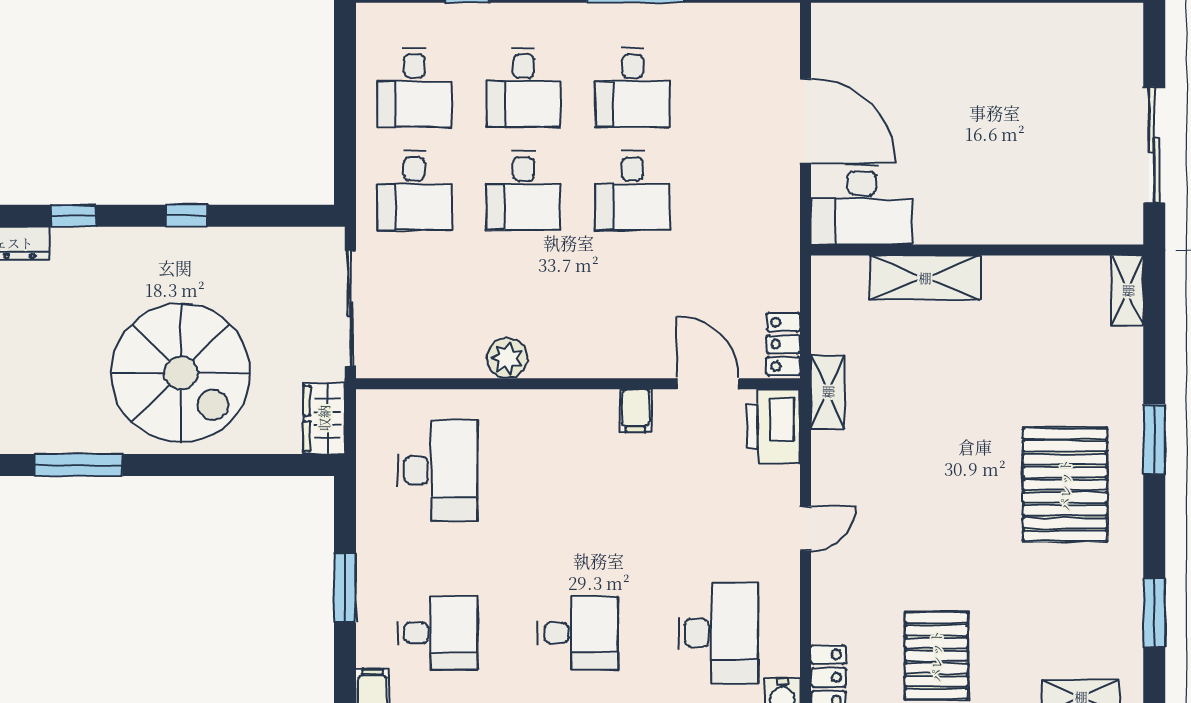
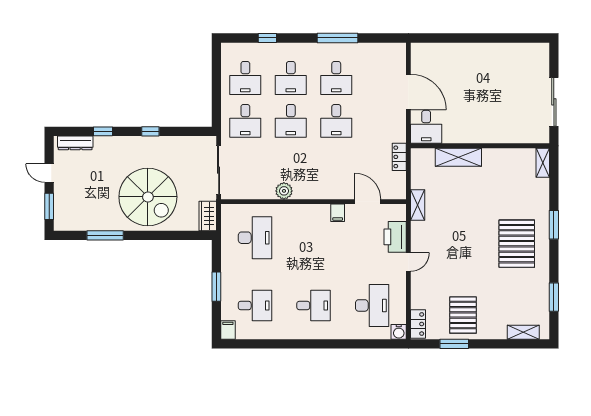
desk: (862, 205) -> (426, 127), width x0.73
locker: (783, 344) -> (399, 157), moved
printer: (774, 426) -> (395, 237), moved

